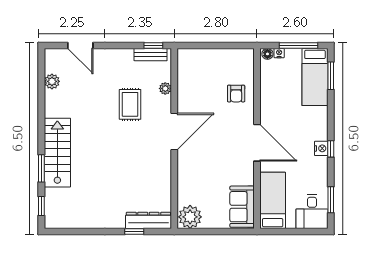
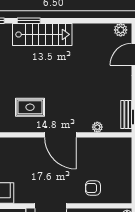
plant: (52, 81) -> (121, 30), moved
rug: (130, 104) -> (30, 107), moved

